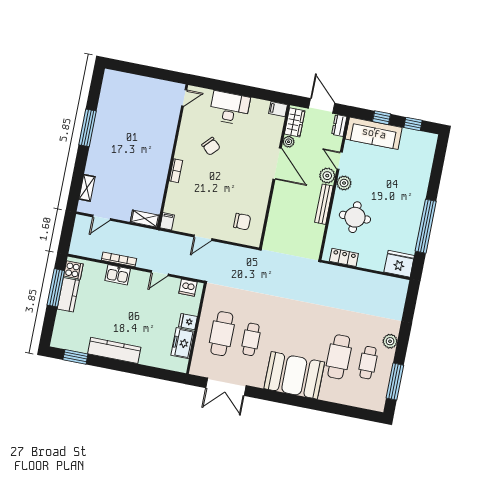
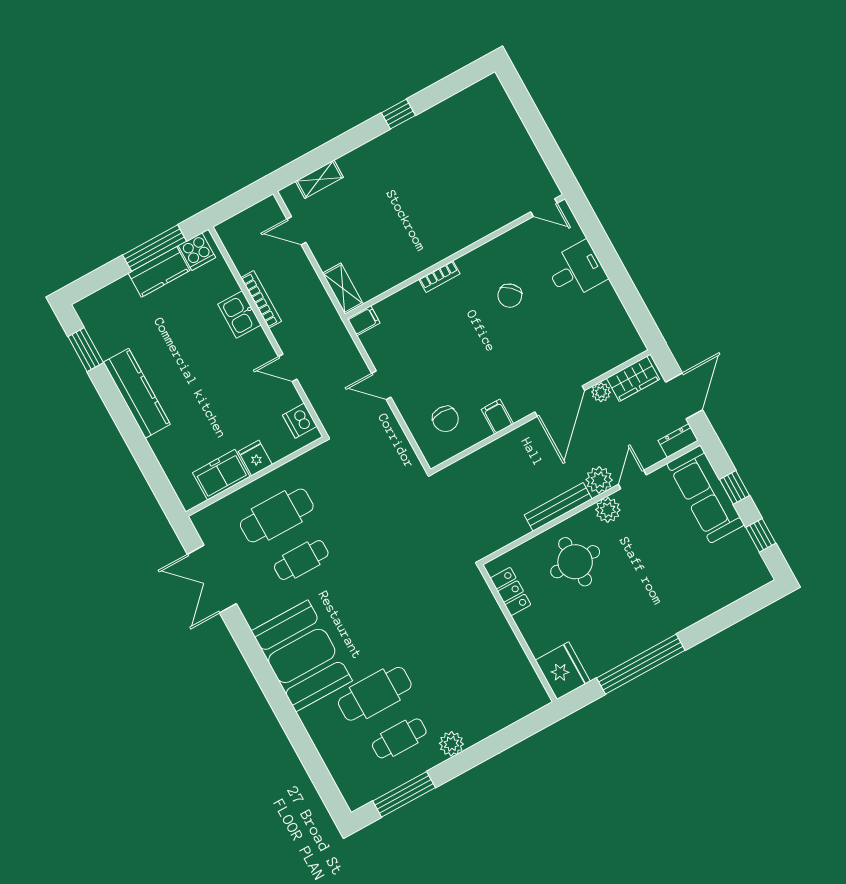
desk: (230, 108) -> (576, 270), width x0.73
filing cabinet: (278, 109) -> (497, 417), moved
window: (88, 128) -> (398, 114), width x0.46

